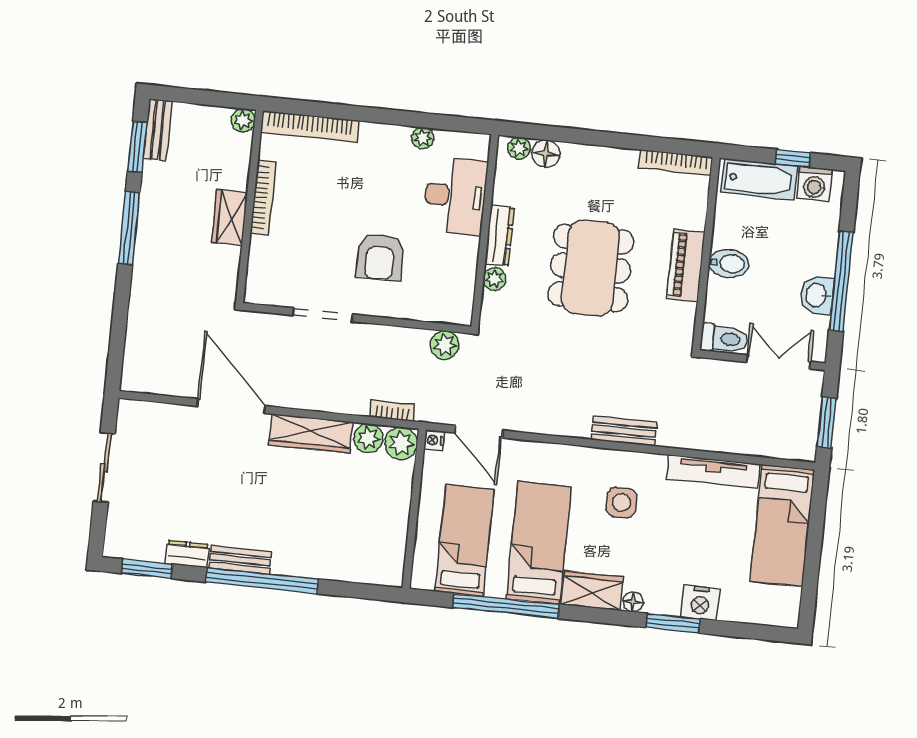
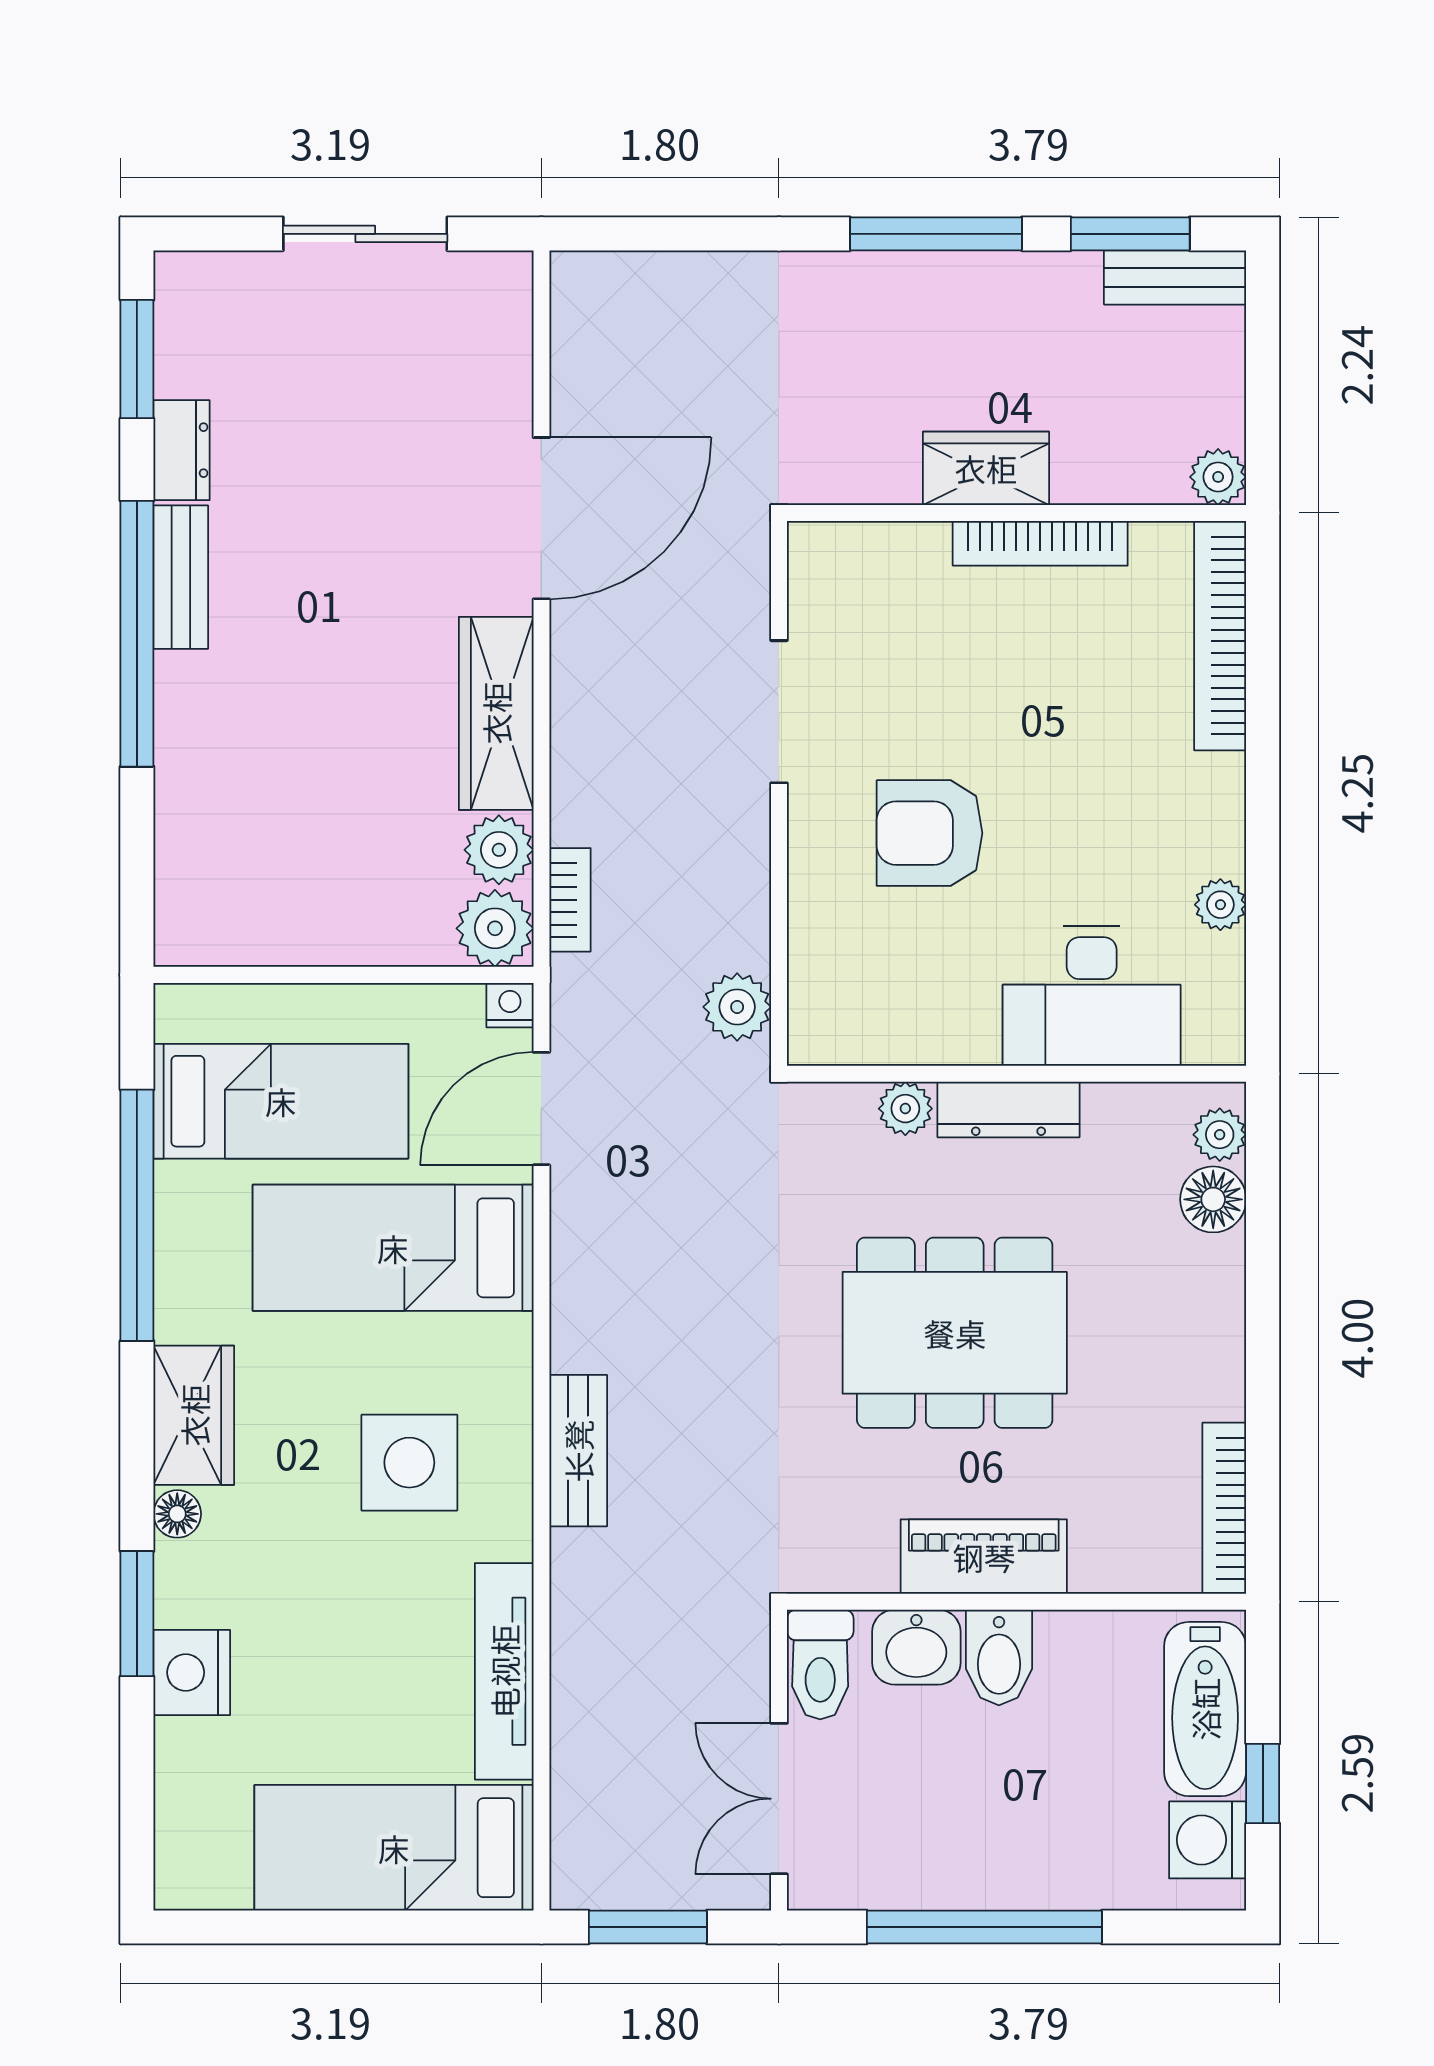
washbasin: (817, 295) -> (916, 1647), moved, turned 180
double door: (778, 362) -> (779, 1799), swing flipped
side table: (622, 502) -> (409, 1463), width x1.37, depth x1.37
bed: (539, 543) -> (393, 1248), moved, turned 180

